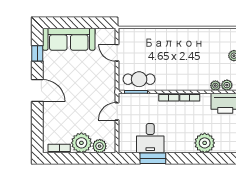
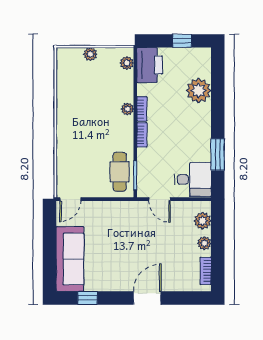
door: (117, 53) -> (70, 199), moved
plant: (215, 86) -> (127, 109), moved
door: (37, 91) -> (147, 298), moved
desk: (150, 138) -> (193, 179), moved
plant: (81, 143) -> (204, 243), width x0.53, depth x0.53

